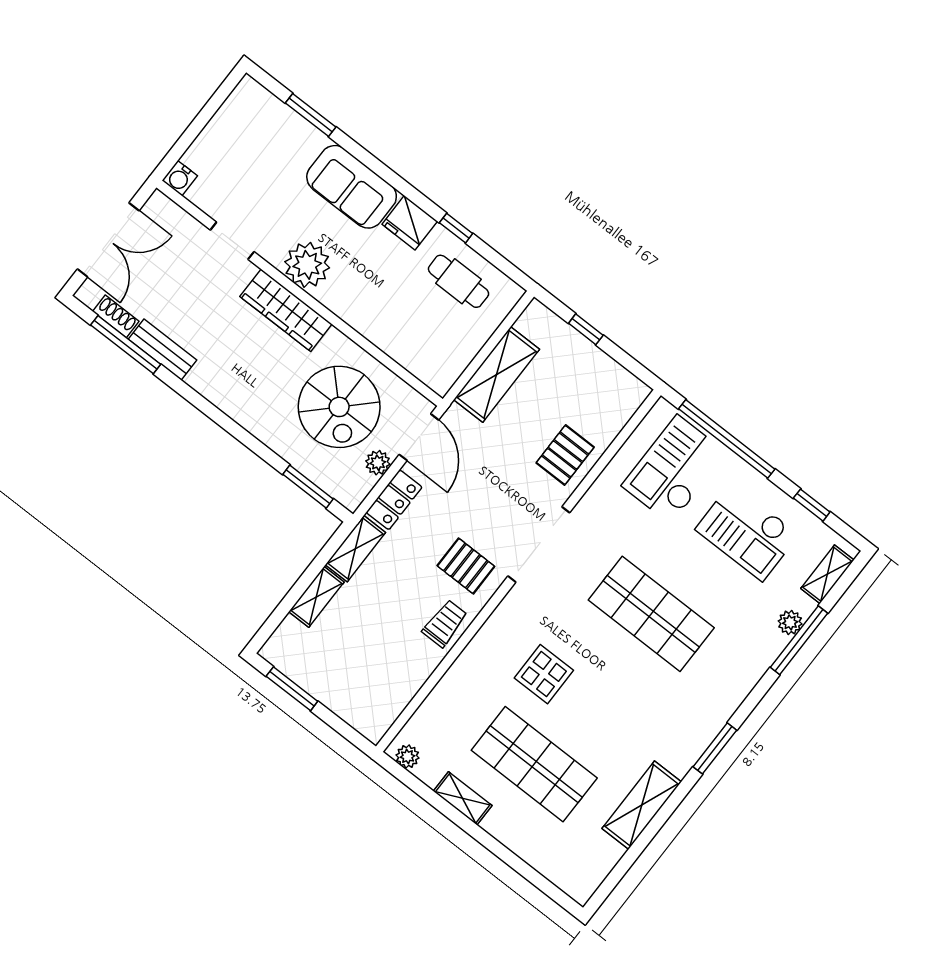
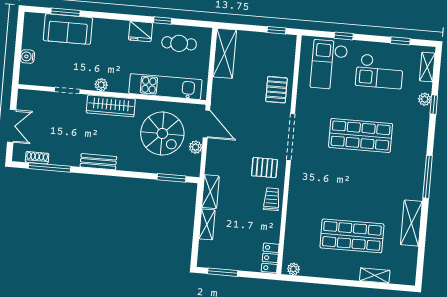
water cooler: (180, 178) -> (27, 56), moved, turned 90
sofa: (352, 187) -> (68, 29), moved
double door: (108, 240) -> (12, 126), width x0.73
plant: (307, 265) -> (101, 85), width x0.53, depth x0.53
window: (586, 329) -> (276, 30), moved
kitchen unit: (392, 336) -> (165, 87), added
bench: (163, 350) -> (98, 162), moved
shelving: (497, 375) -> (225, 53), moved
window: (727, 439) -> (344, 36), width x0.32
locker: (394, 500) -> (270, 258), moved, turned 180
window: (799, 640) -> (434, 105), width x0.46
display table: (544, 674) -> (330, 193), removed
window: (715, 748) -> (428, 177), width x1.44
shelving: (463, 798) -> (375, 276), moved

